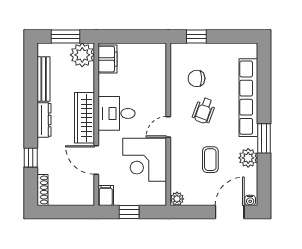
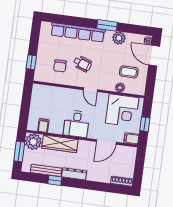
filing cabinet: (108, 59) -> (43, 126), width x0.50
wardrobe: (84, 118) -> (60, 144), moved
window: (31, 158) -> (55, 180), moved
corner desk: (145, 160) -> (122, 110), moved
coffee table: (210, 160) -> (129, 72), moved
plant: (177, 199) -> (120, 88), moved

